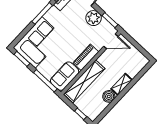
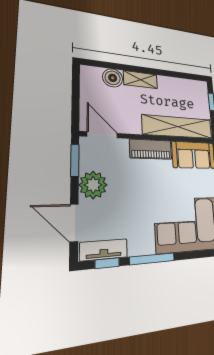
boiler: (109, 96) -> (113, 78), moved

